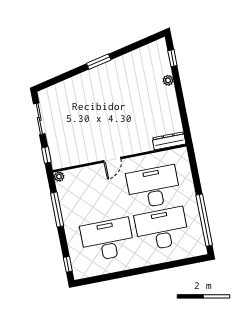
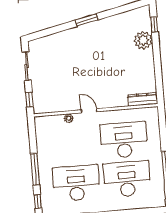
plant: (168, 80) -> (143, 40), width x1.88, depth x1.88
door: (112, 160) -> (89, 111), swing flipped
plant: (59, 177) -> (69, 118), moved
window: (57, 209) -> (35, 169), moved

